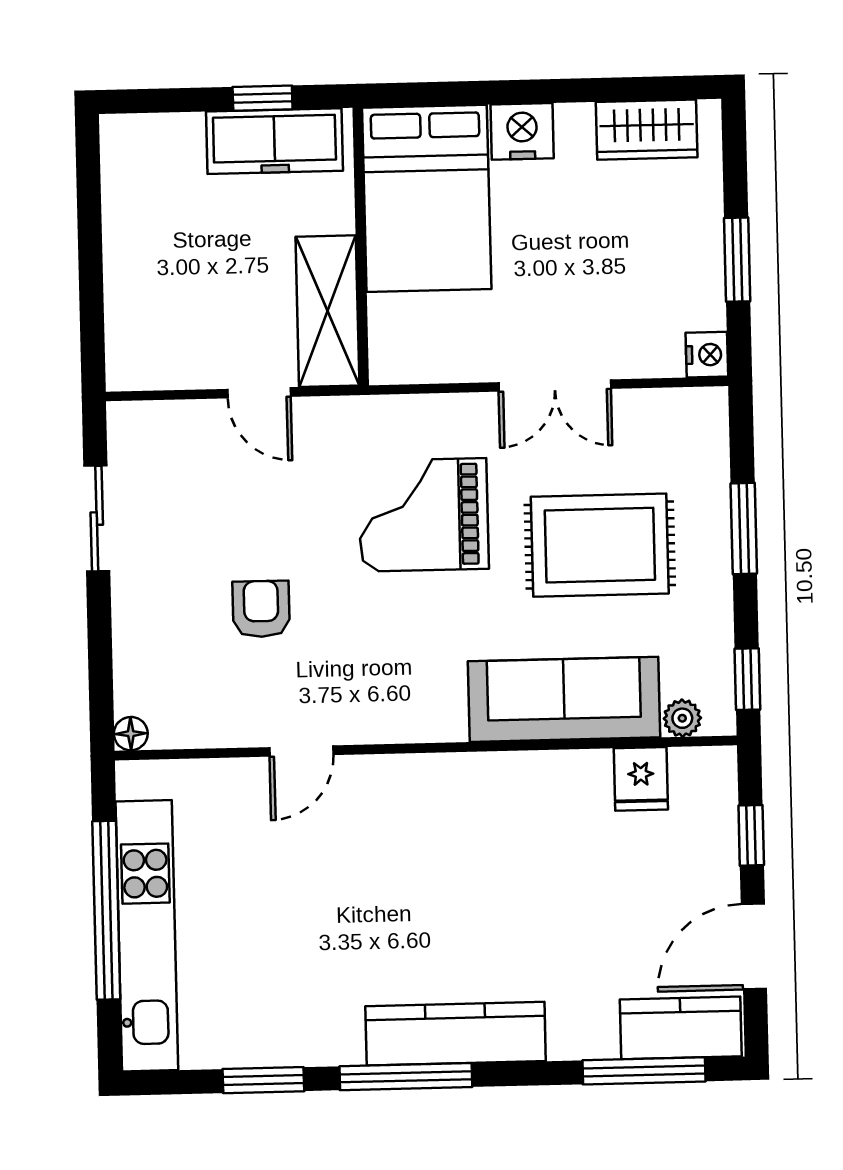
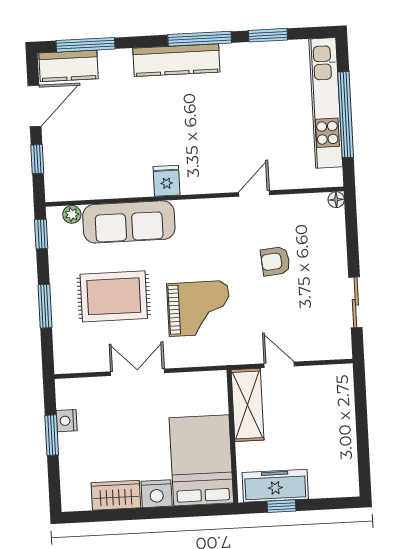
wardrobe: (647, 130) -> (116, 495), moved
nightstand: (707, 355) -> (67, 421), moved
armchair: (261, 609) -> (275, 261), turned 85
fridge: (641, 779) -> (166, 181), moved

